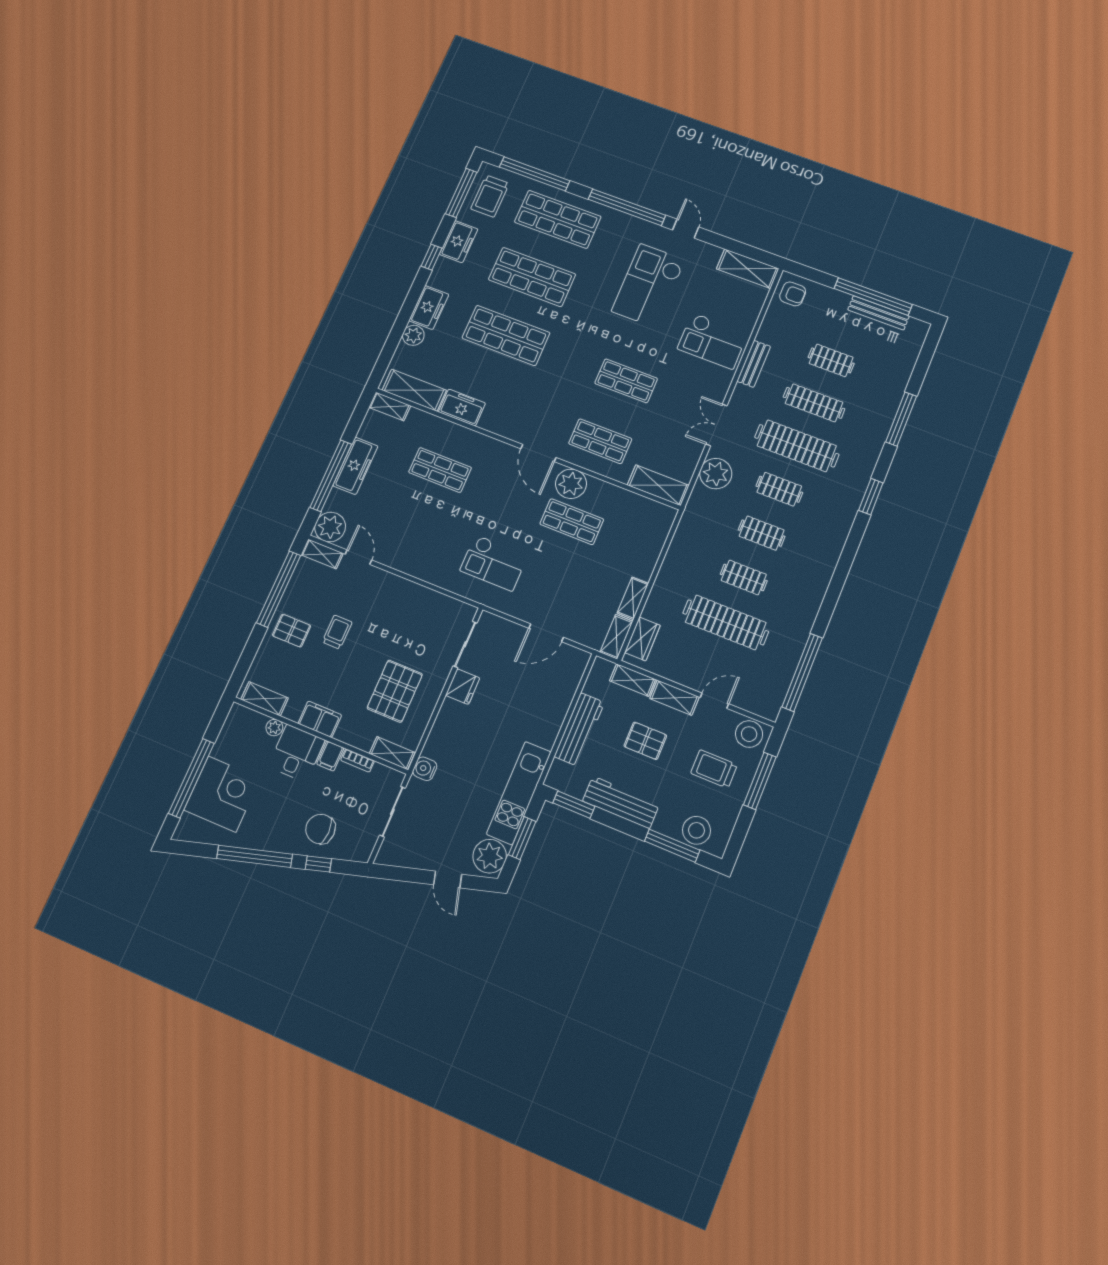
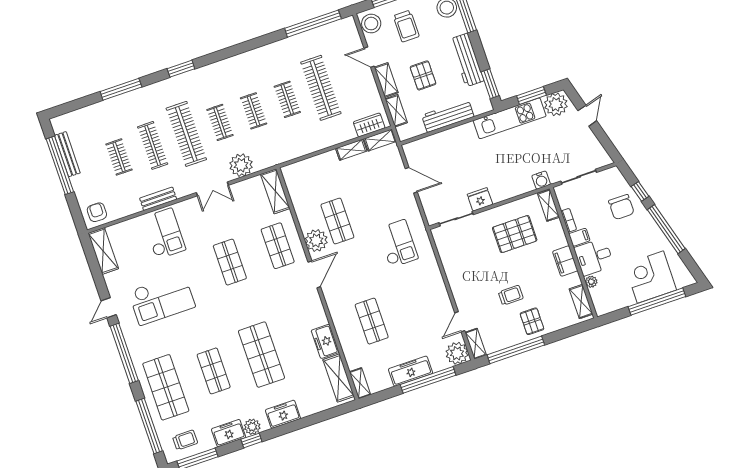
trolley: (490, 196) -> (185, 440), width x0.73, depth x0.72
shop shelf: (532, 277) -> (214, 371), width x0.70, depth x0.74
plant: (413, 335) -> (252, 427), moved
trolley: (337, 632) -> (511, 295), turned 180

